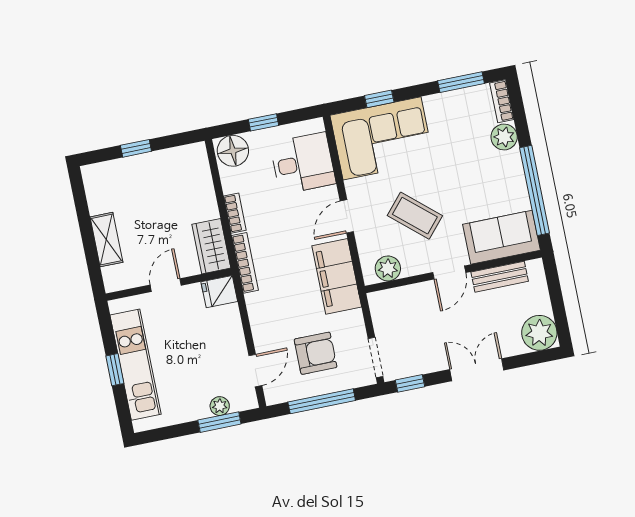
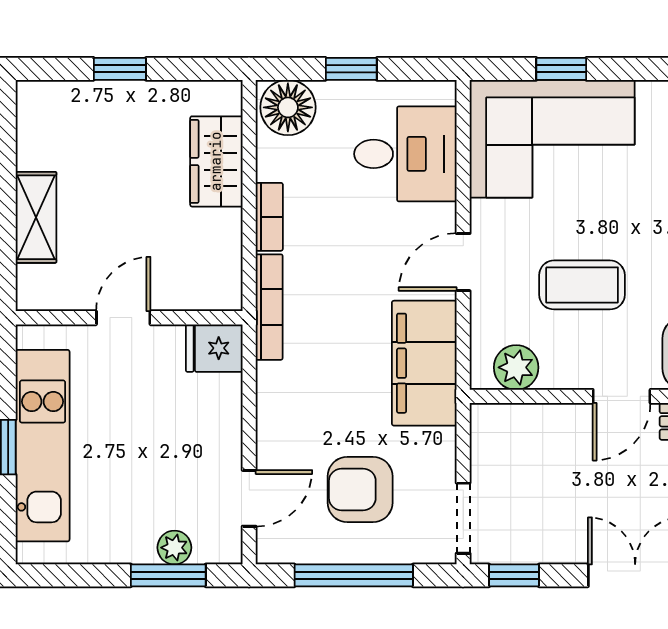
coffee table: (415, 216) -> (582, 285), turned -41
wardrobe: (211, 246) -> (216, 161), moved
armchair: (316, 353) -> (360, 489), turned 180

